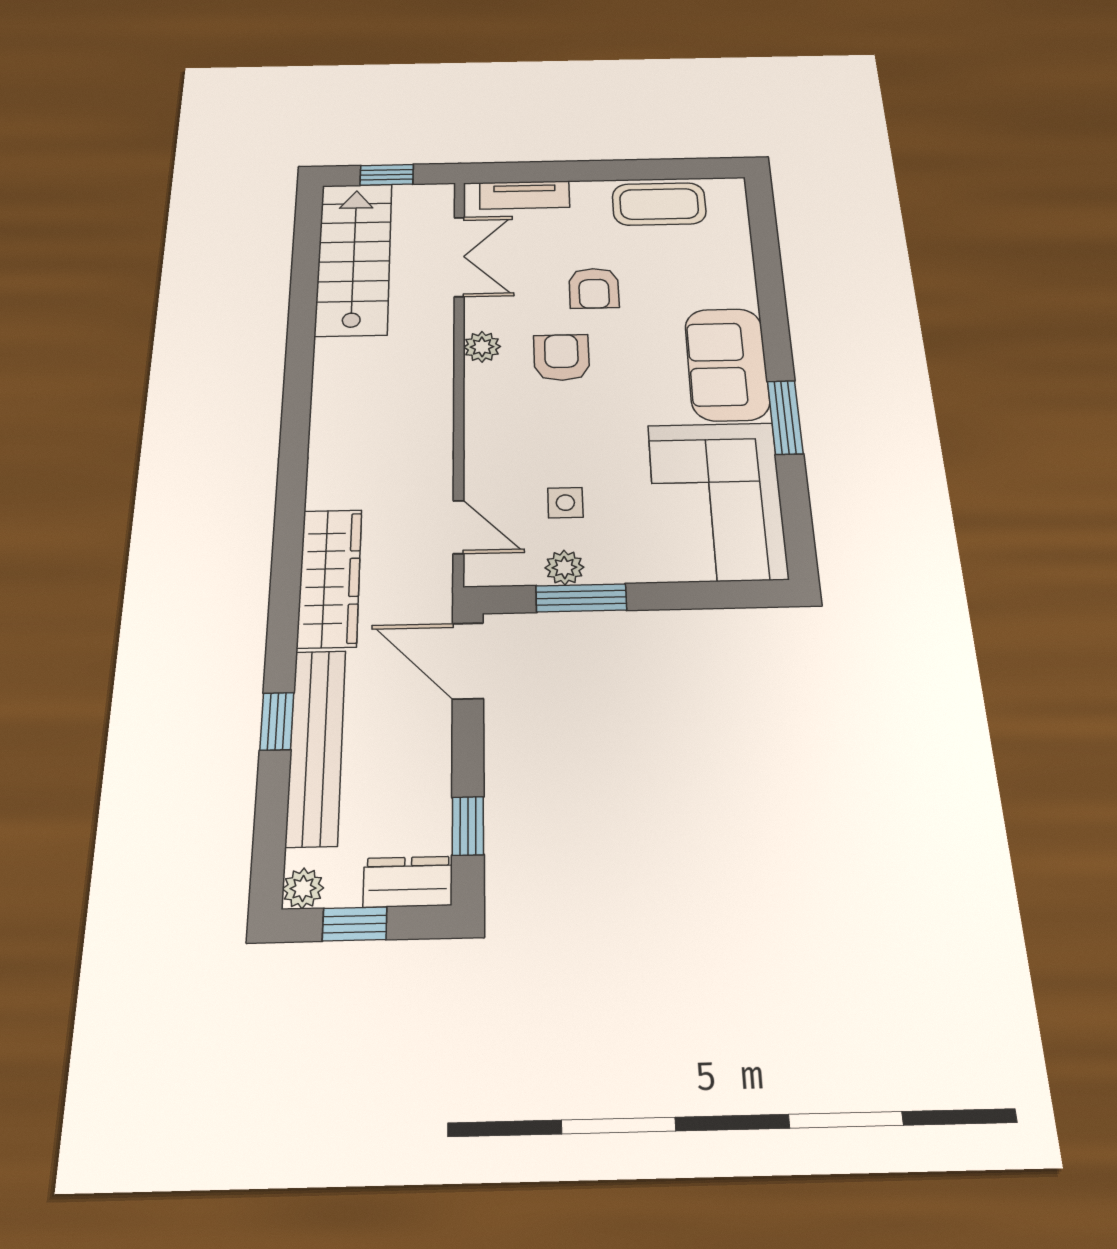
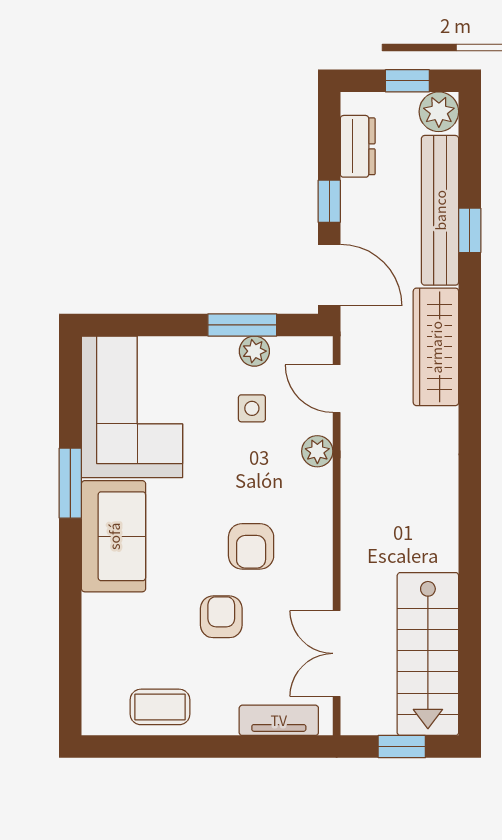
coffee table: (659, 204) -> (160, 707), width x0.73, depth x0.77
plant: (482, 347) -> (317, 451), moved
window: (468, 826) -> (329, 201), moved
dresser: (408, 882) -> (358, 146), moved, turned -90
plant: (303, 888) -> (439, 112), width x1.38, depth x1.38

